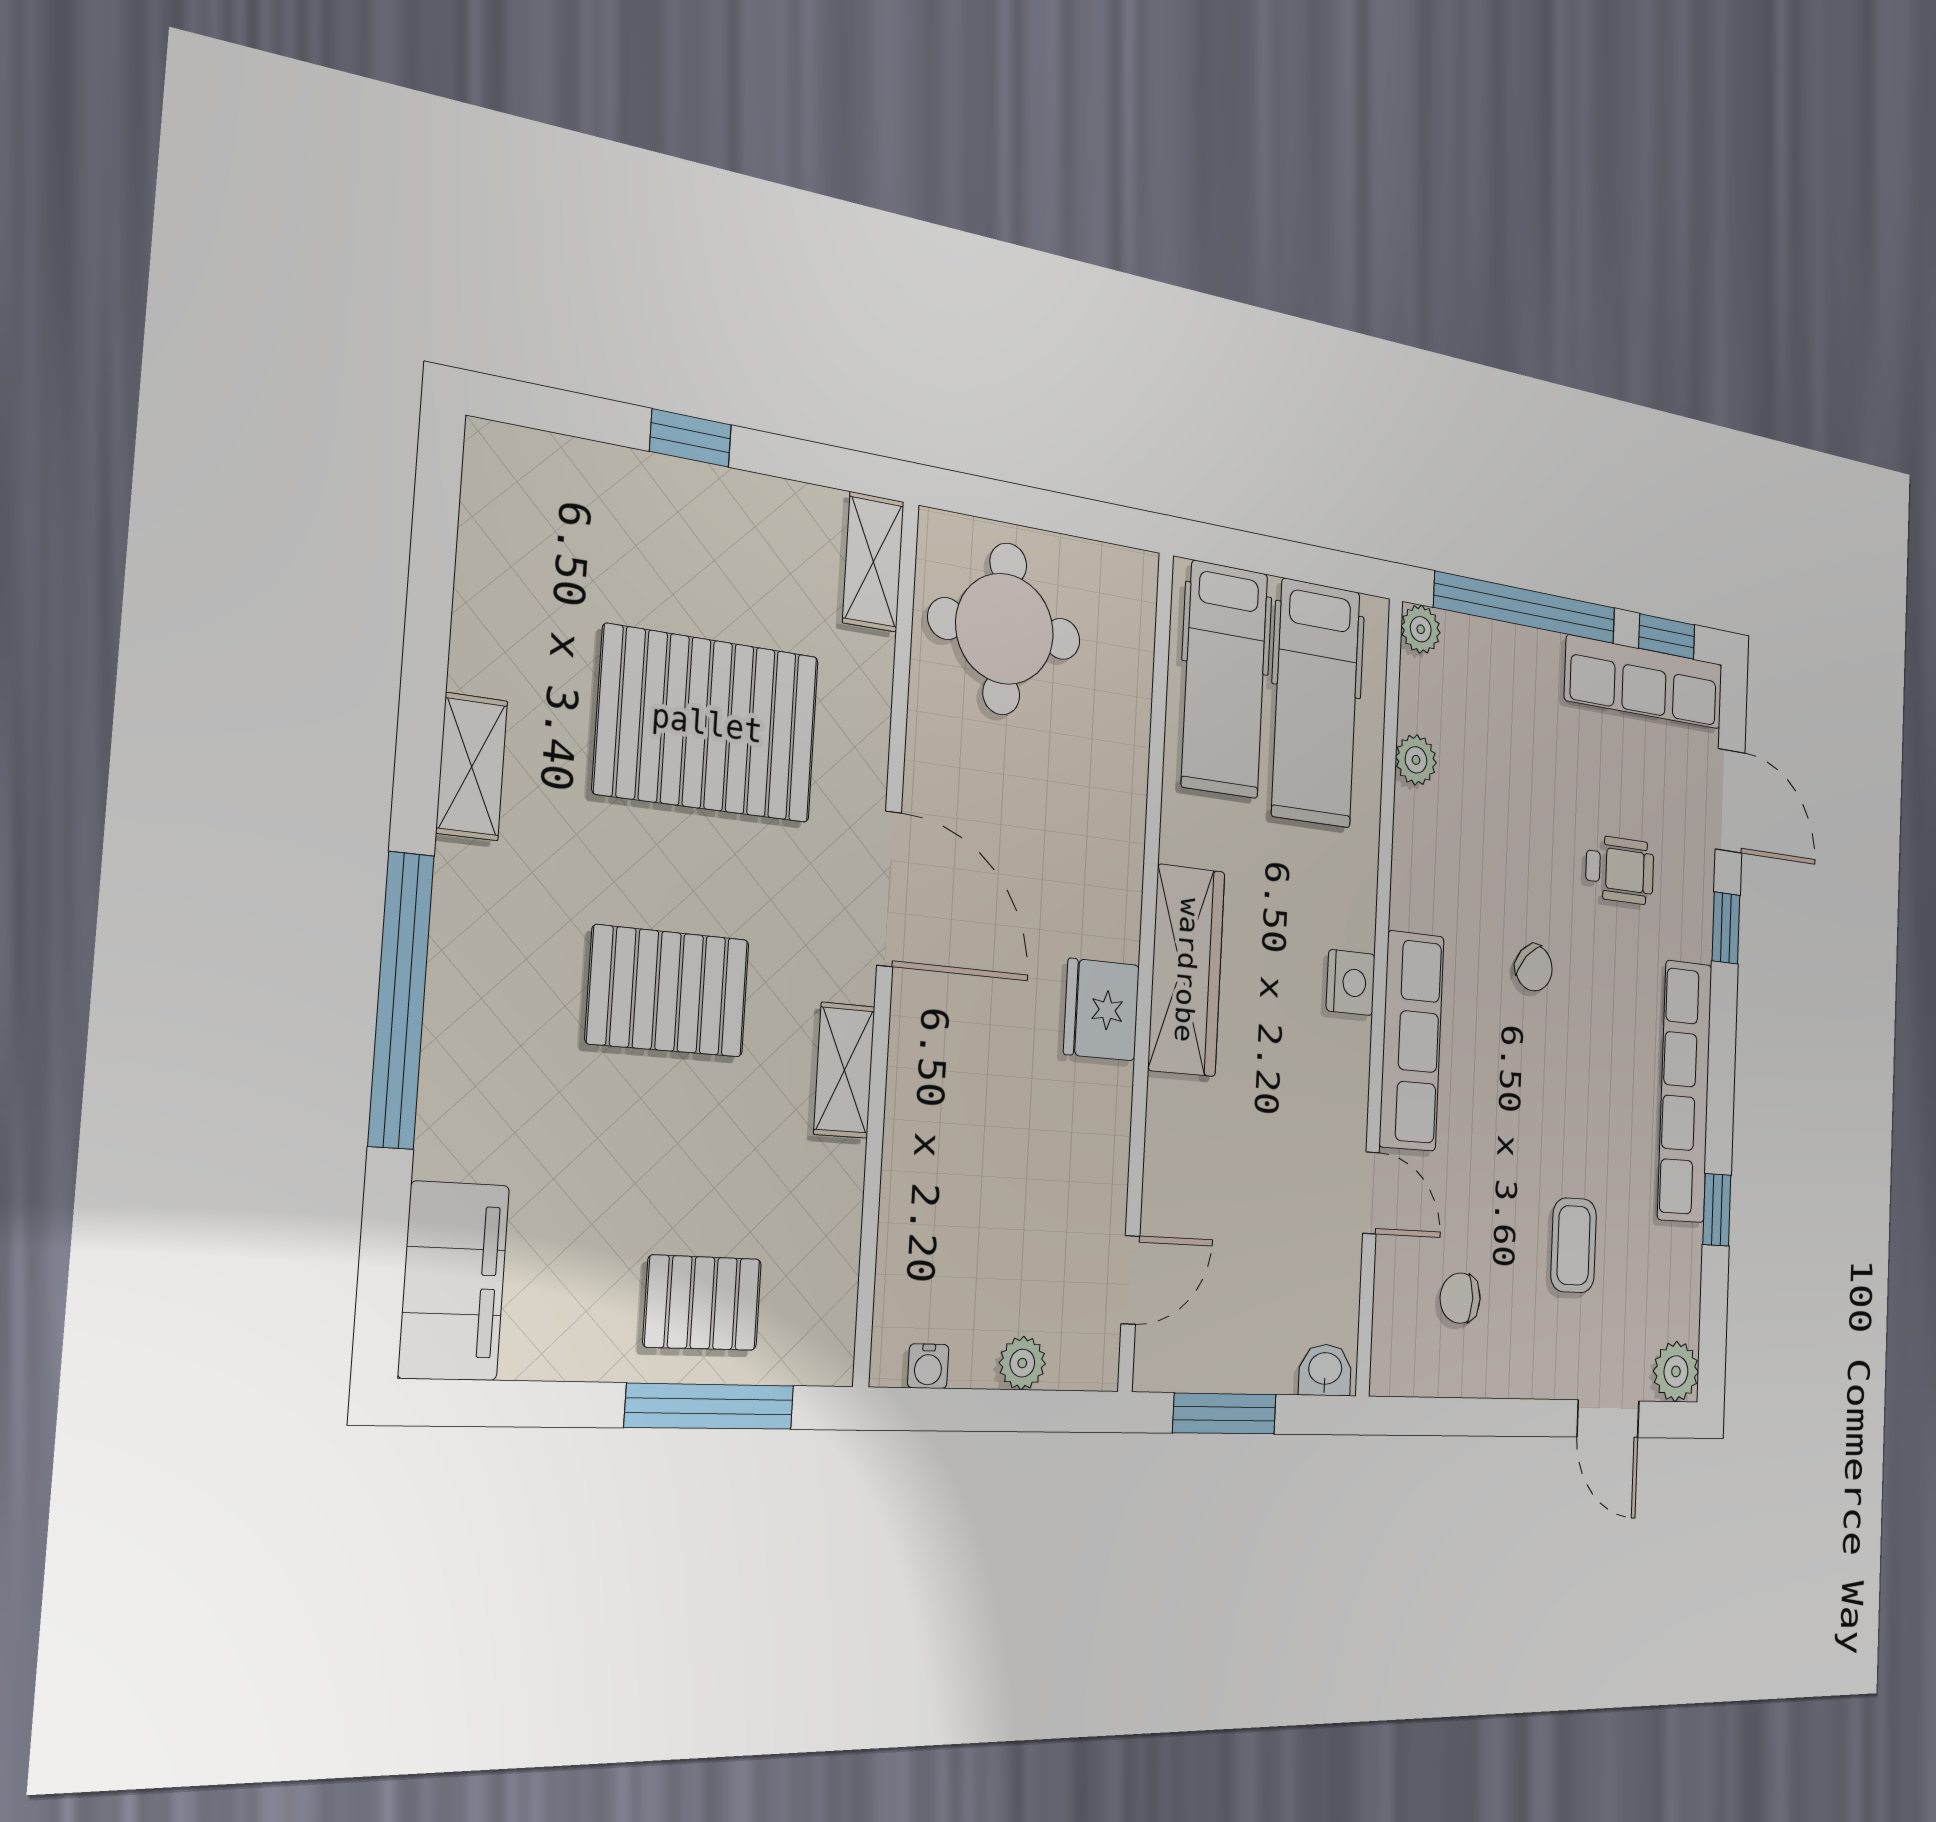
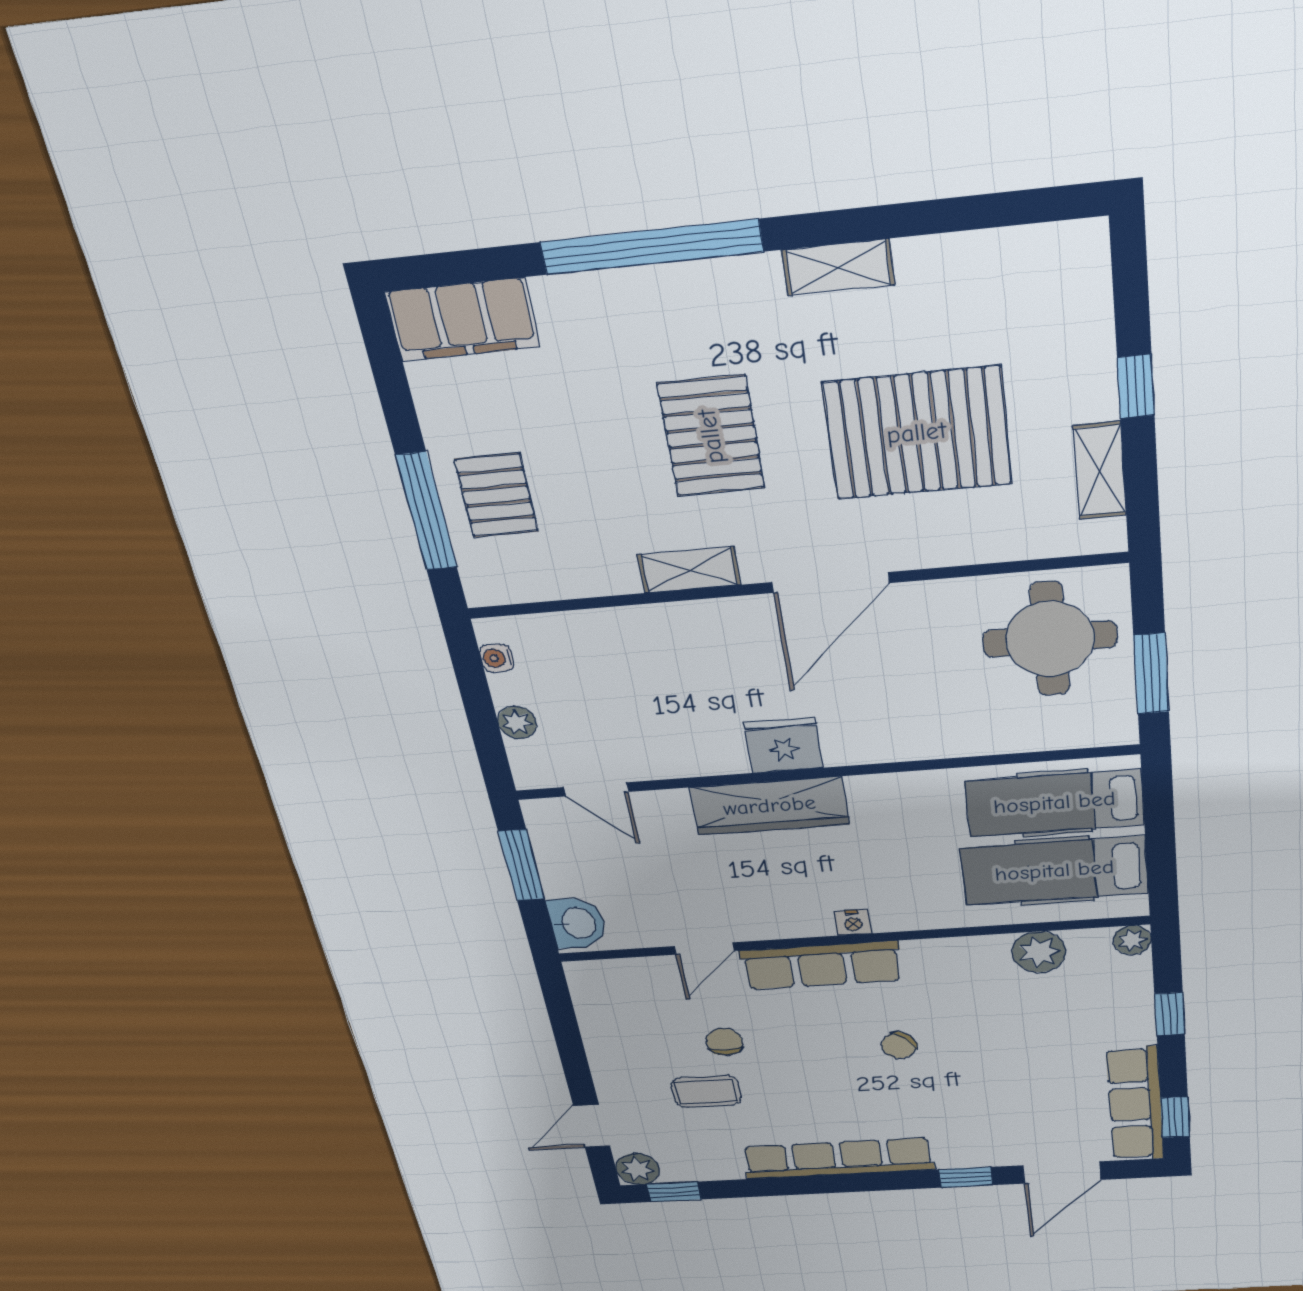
window: (1068, 515) -> (1151, 674), added
shelving: (873, 562) -> (1100, 471), moved, turned 90
window: (1526, 608) -> (1170, 1014), width x0.32
pallet: (707, 724) -> (917, 433), turned 90
plant: (1416, 760) -> (1039, 952), width x1.38, depth x1.38
wheelchair: (1620, 870) -> (988, 1099), removed
wardrobe: (1186, 970) -> (770, 806), moved
nightstand: (1351, 983) -> (853, 922), width x0.72, depth x0.74
window: (1717, 1210) -> (674, 1192), moved
chair: (1460, 1298) -> (724, 1042), moved
washbasin: (1325, 1370) -> (577, 923), width x1.38, depth x1.45

